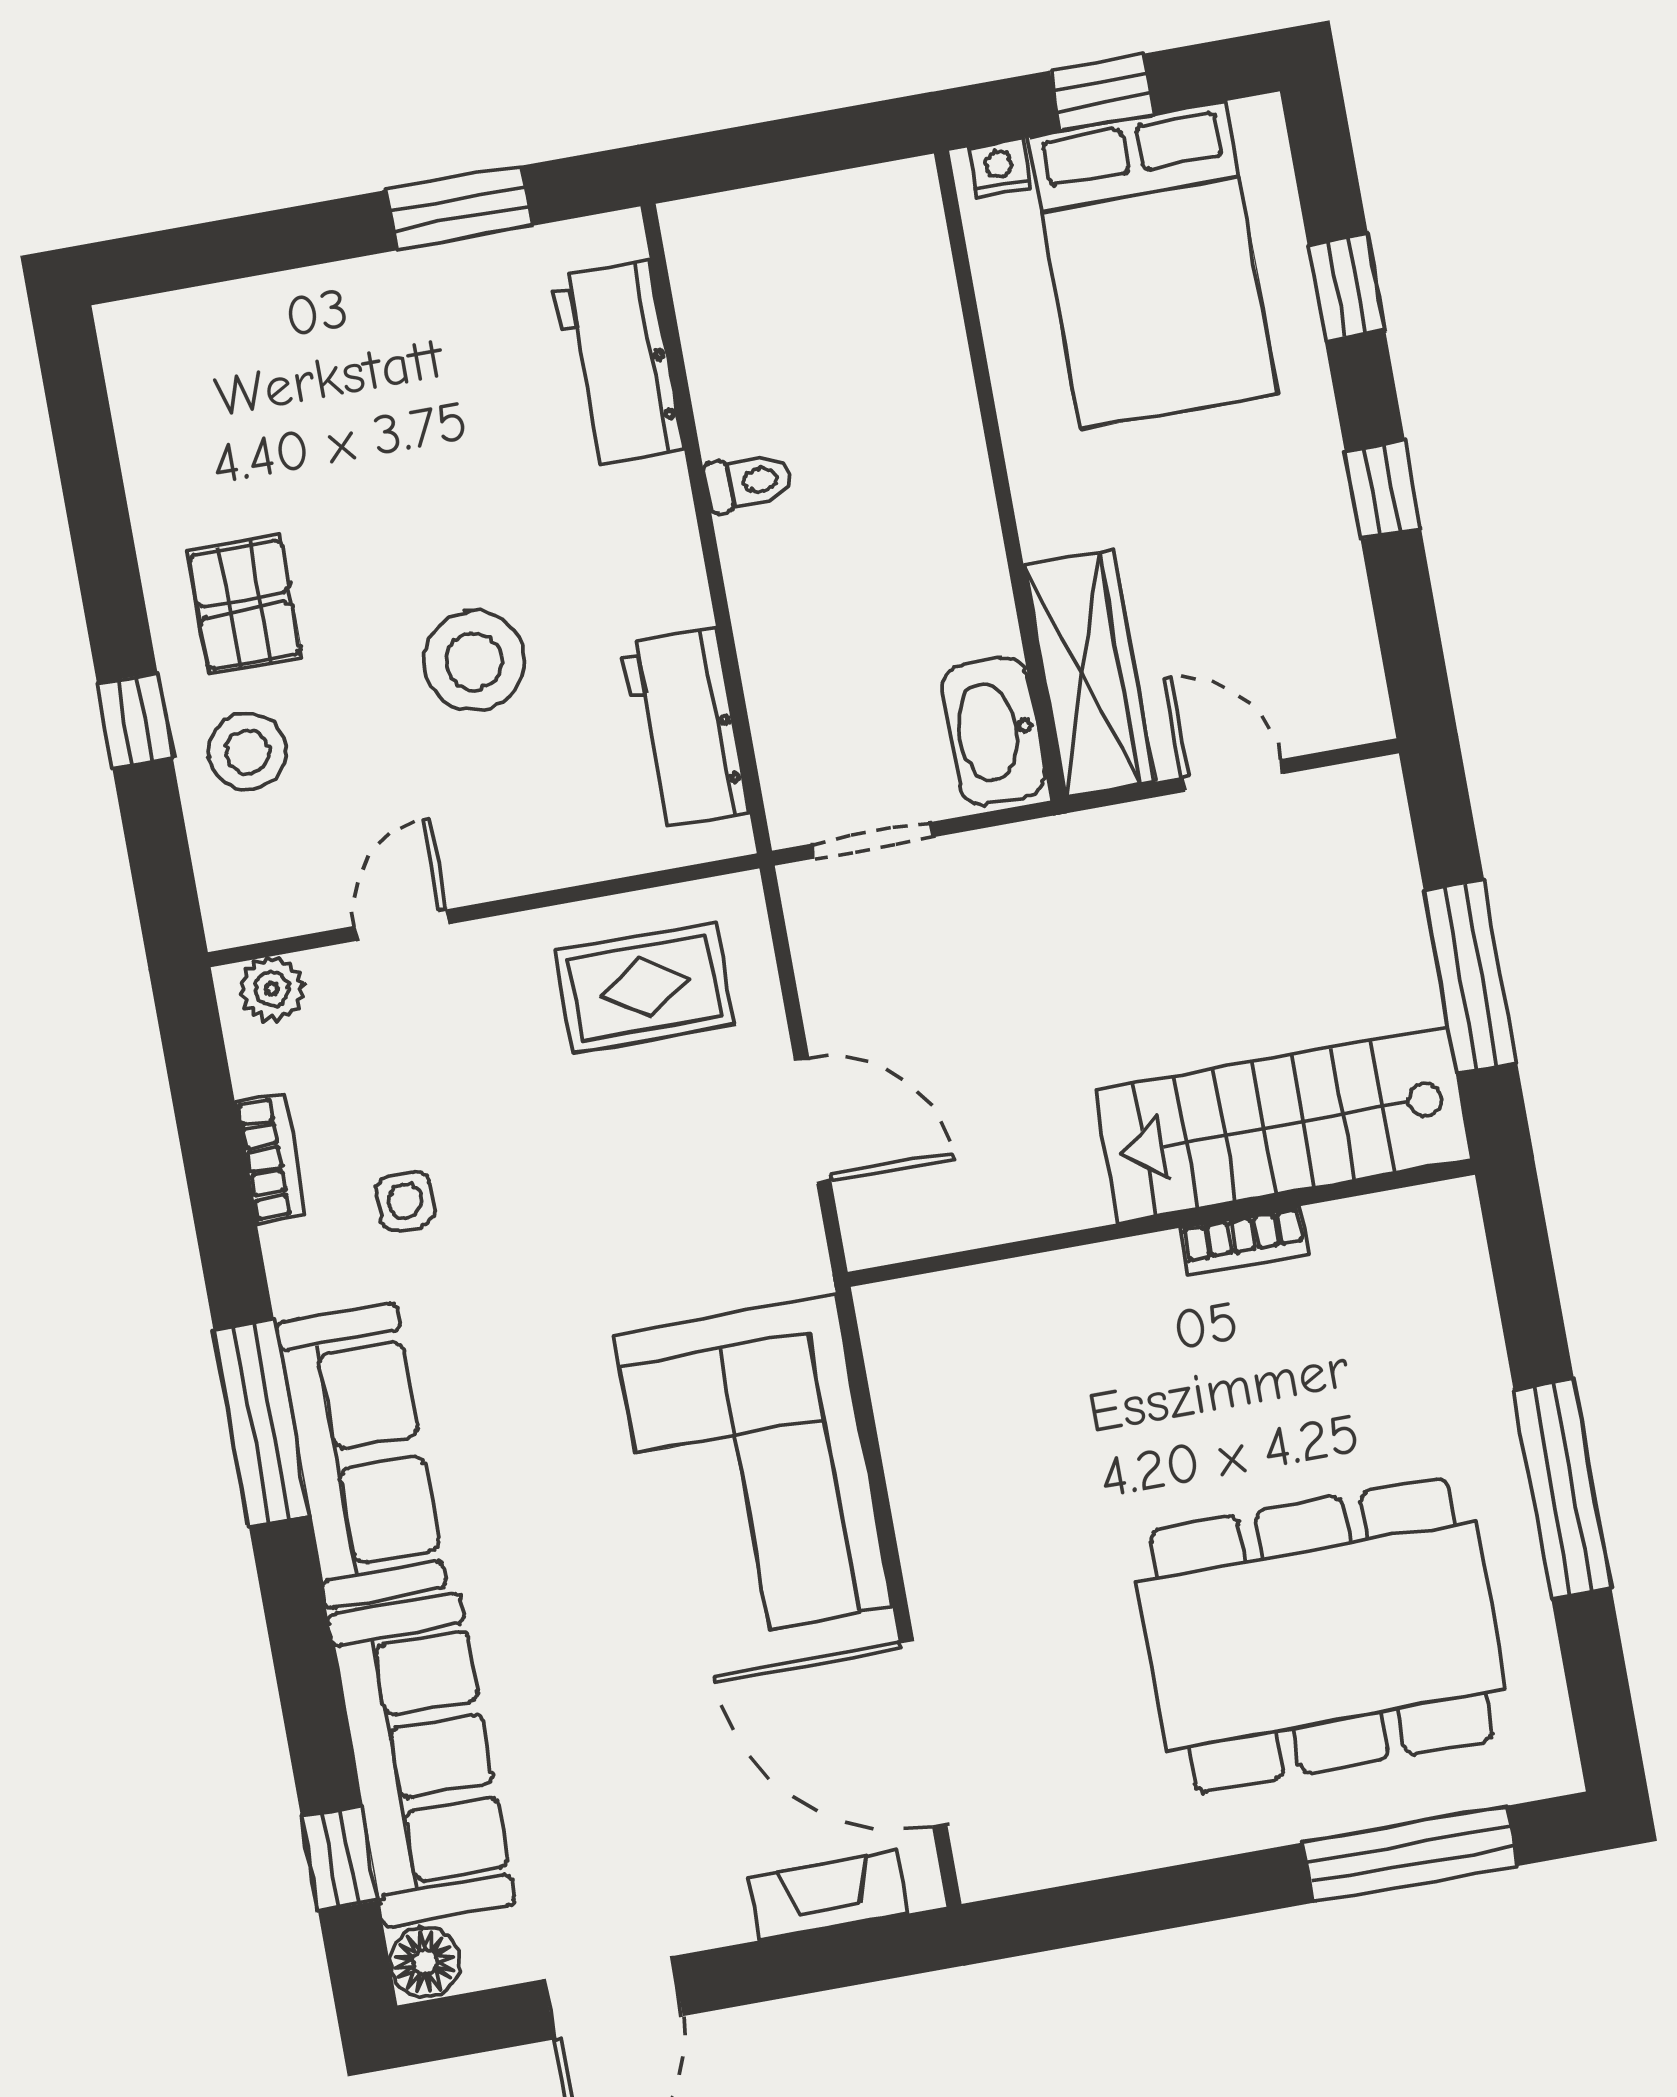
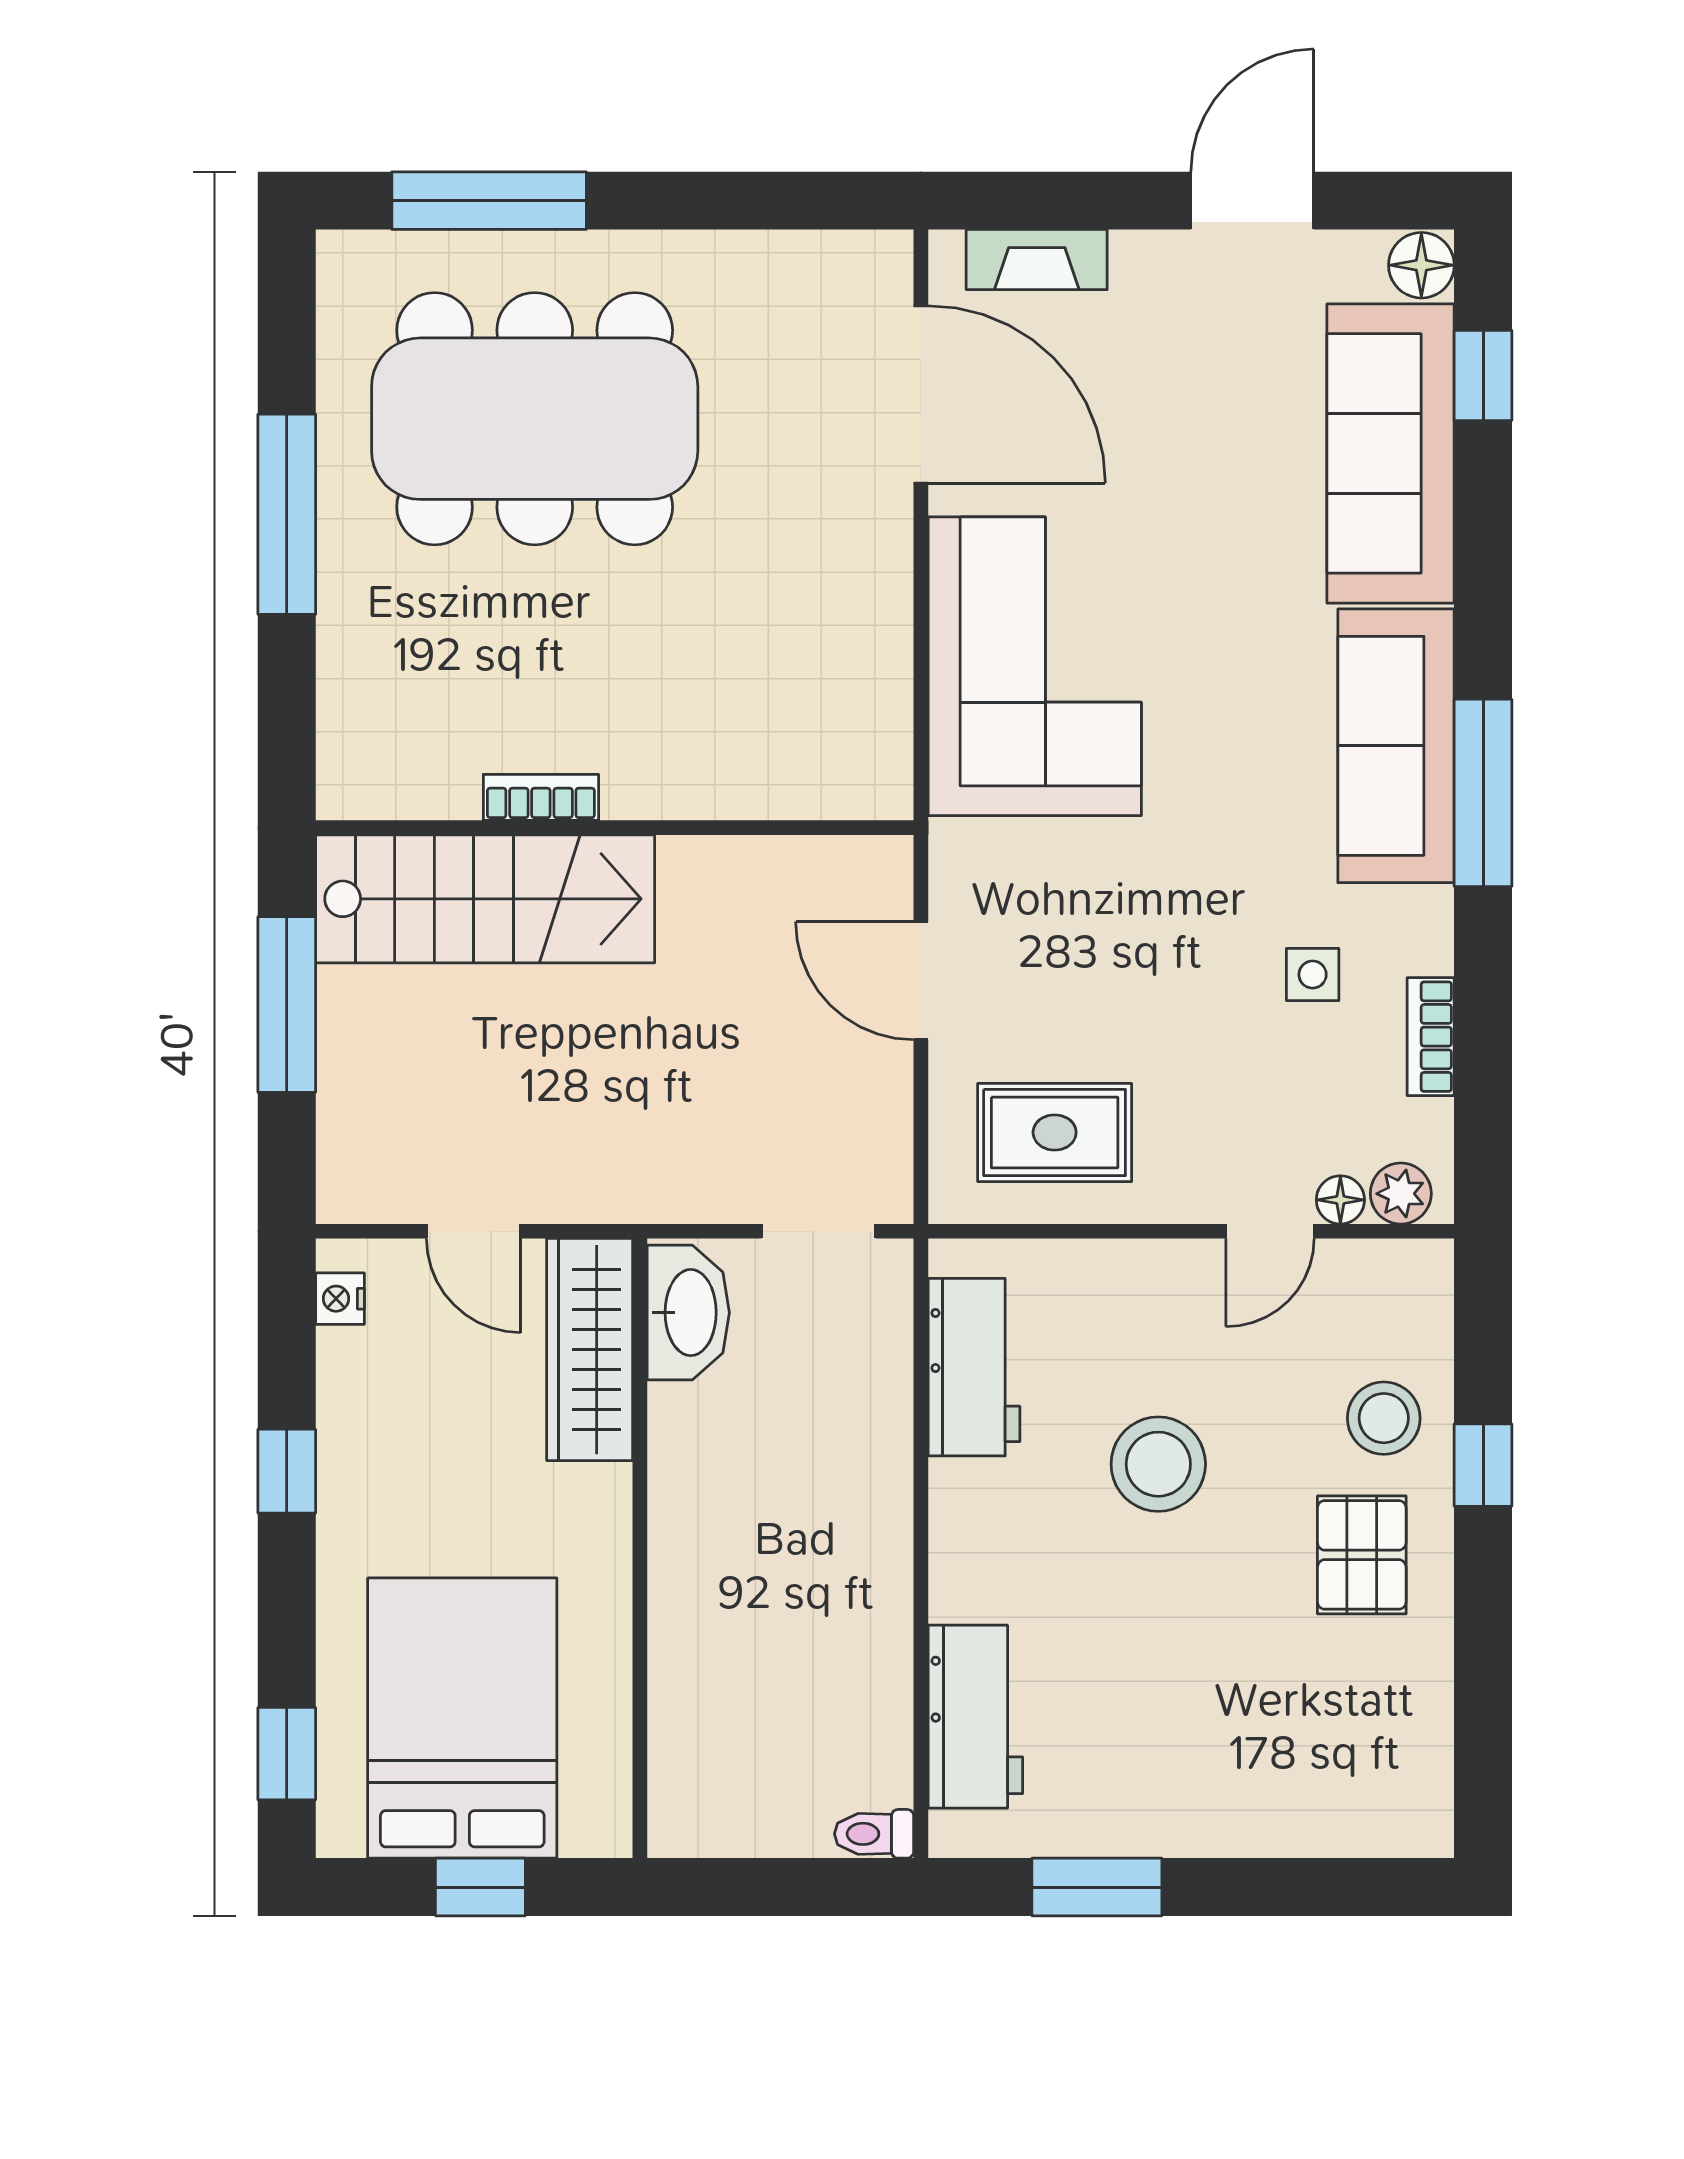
nightstand: (1000, 168) -> (340, 1299), moved, turned 90
window: (1346, 288) -> (287, 1754), moved
toilet: (748, 482) -> (874, 1834), moved
floor lamp: (334, 971) -> (1340, 1200), added

